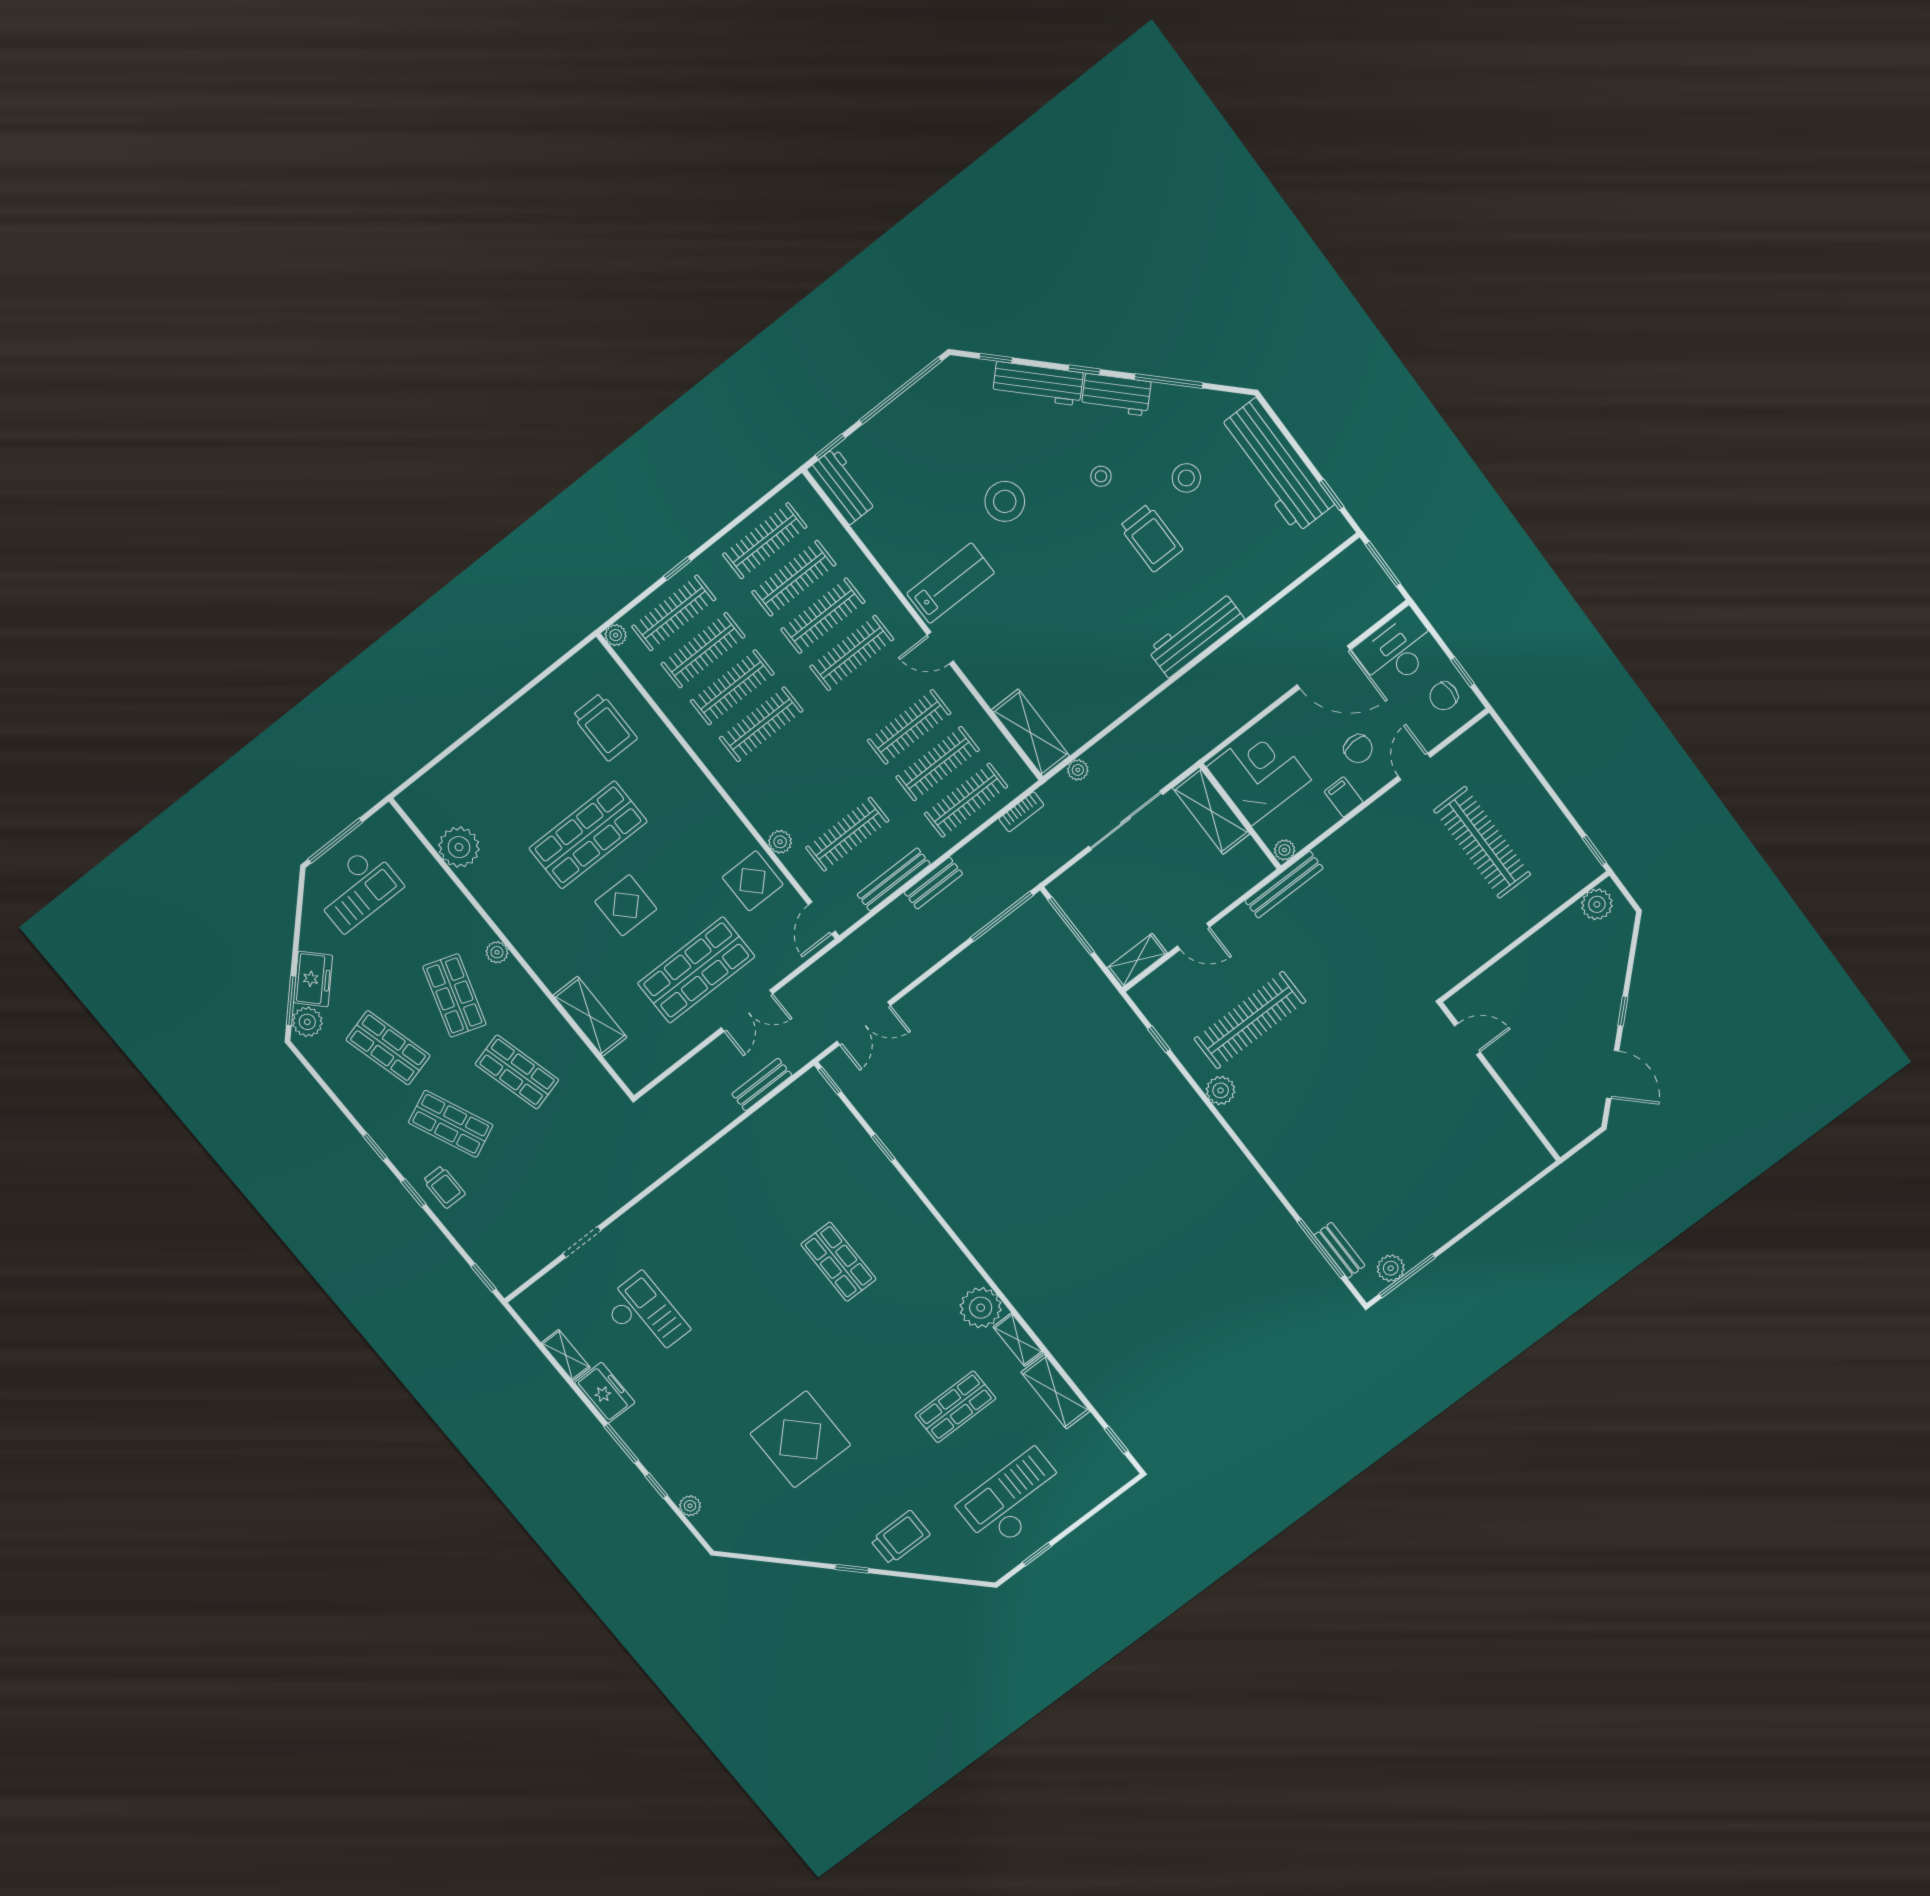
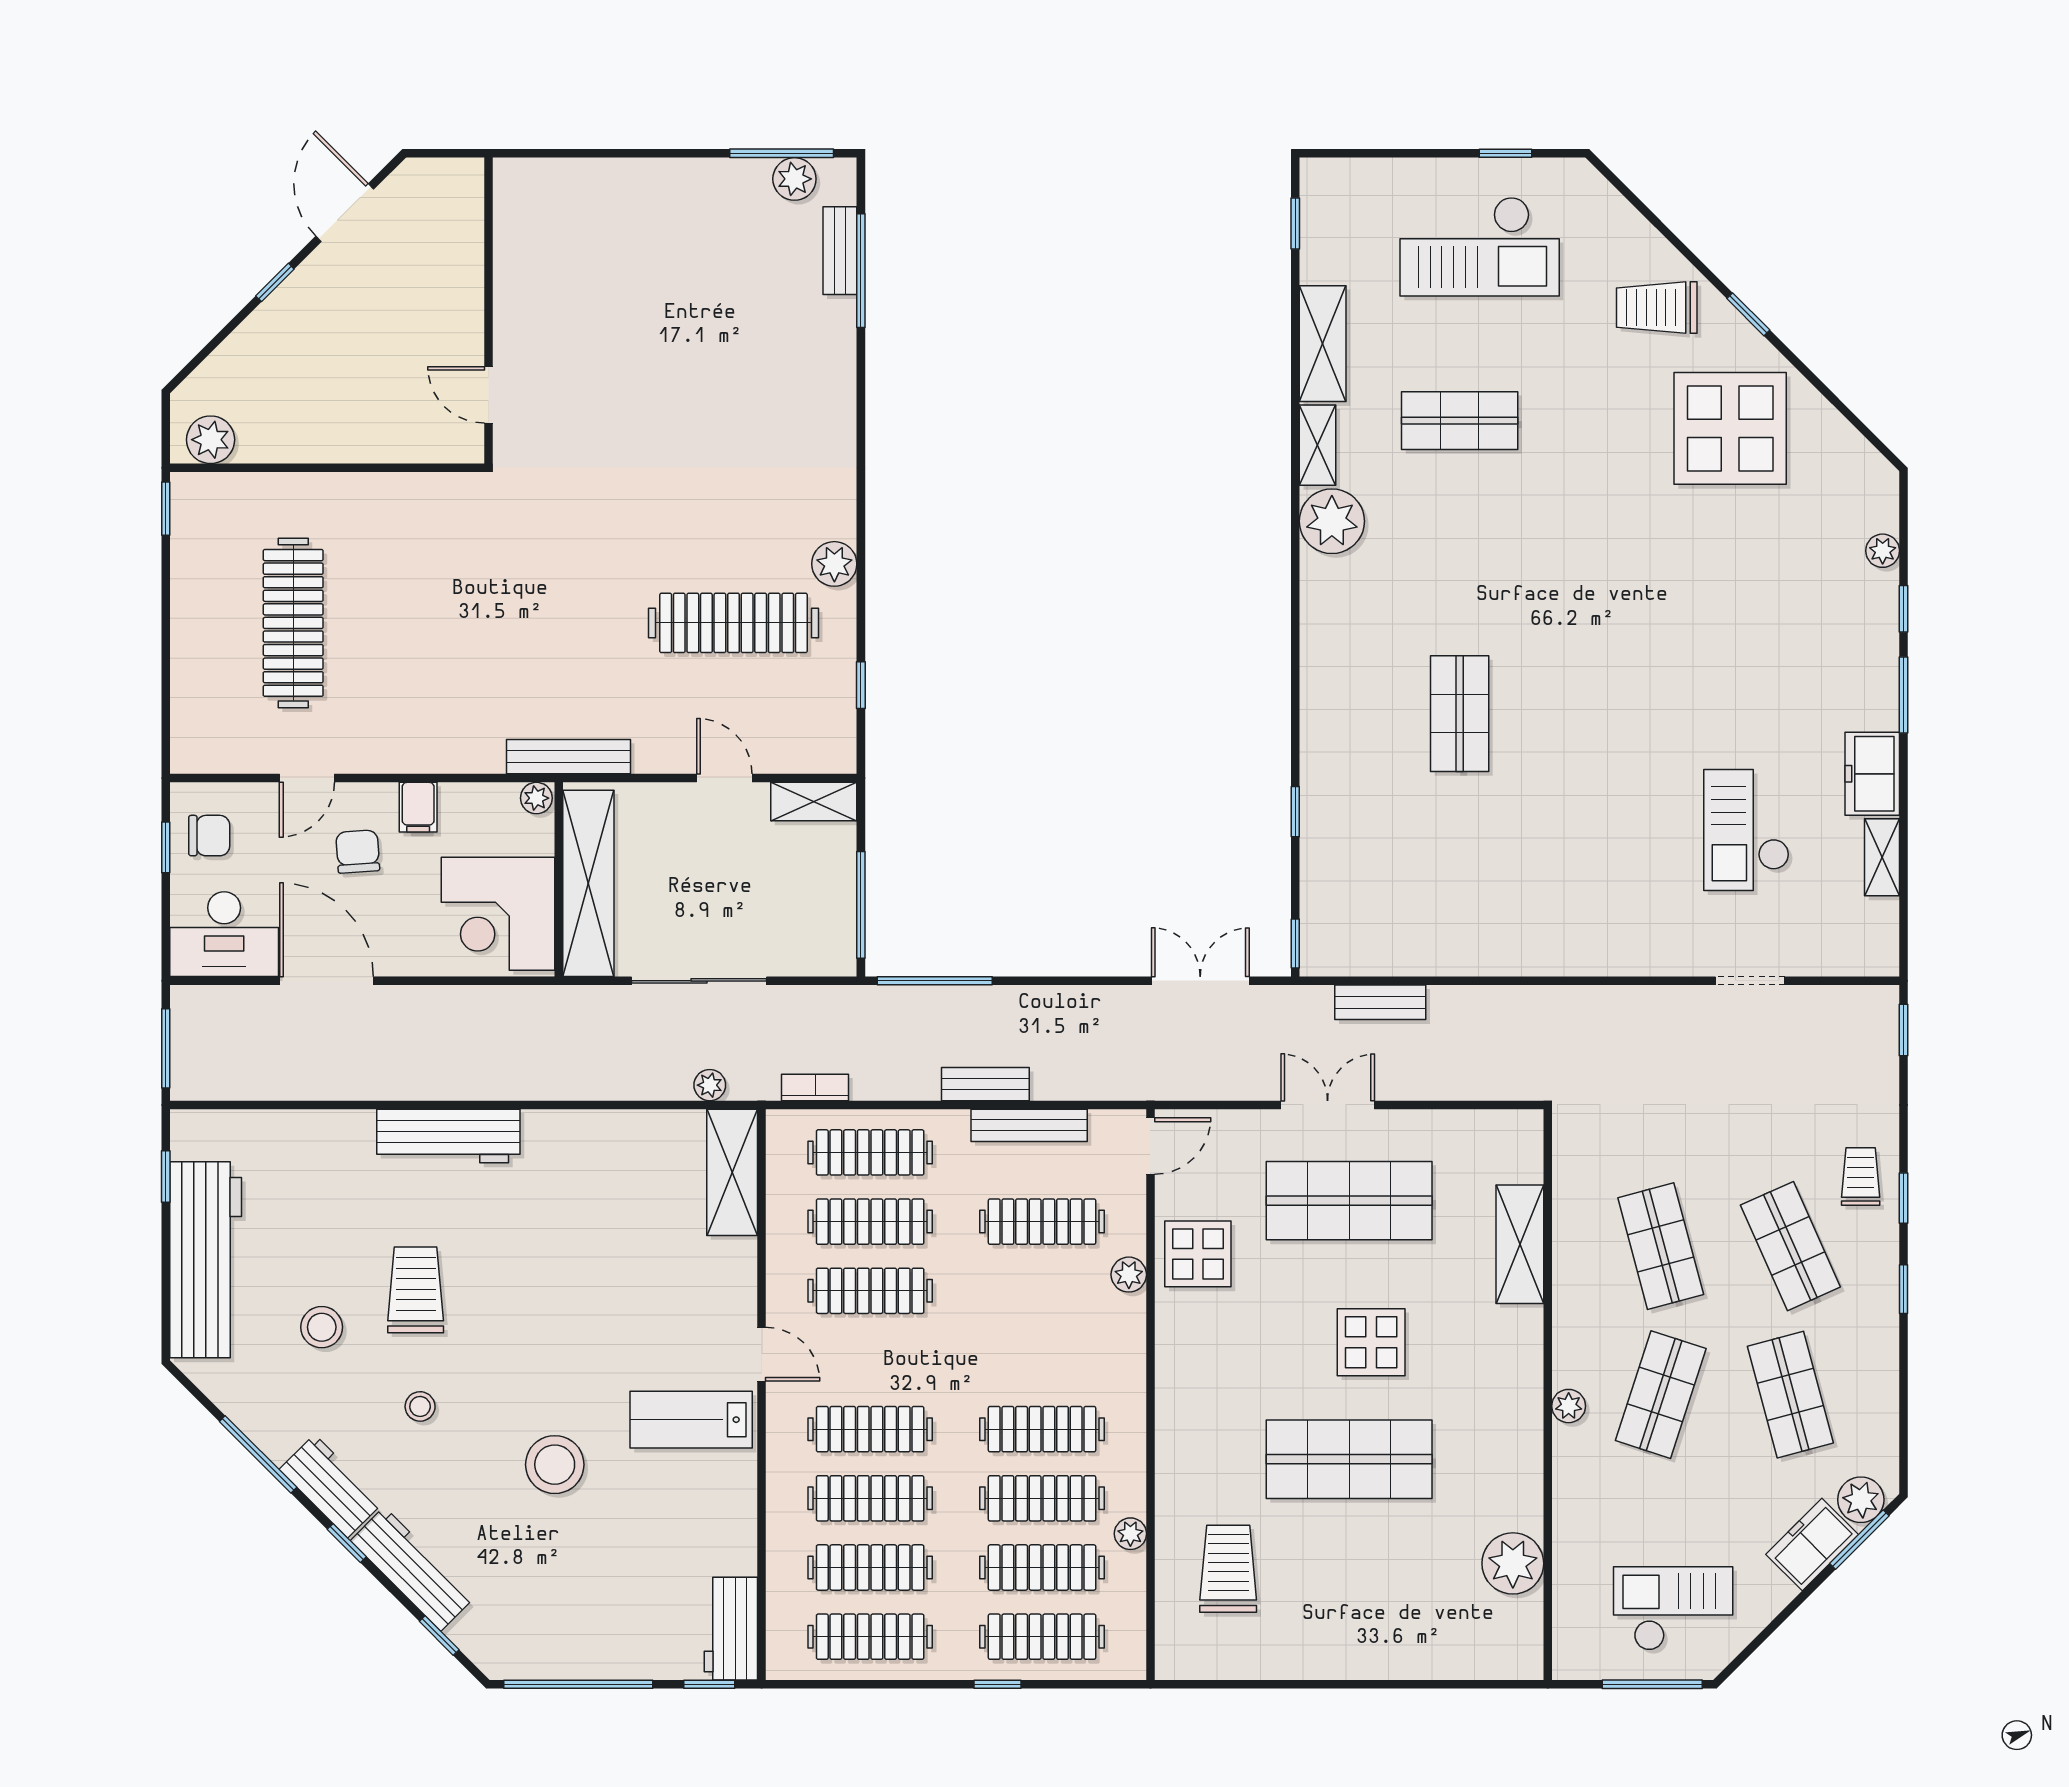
plant: (616, 635) -> (1130, 1534), moved
shelving: (1211, 811) -> (588, 883), width x1.47
display table: (800, 1439) -> (1730, 428), moved

